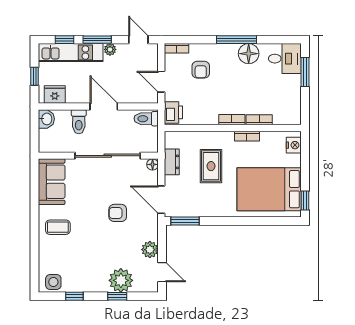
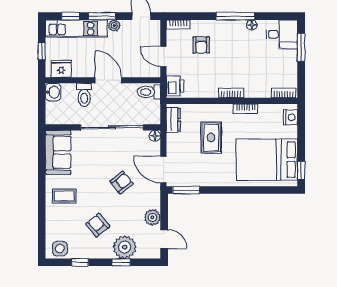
floor lamp: (249, 54) -> (252, 25), width x0.53, depth x0.53
bookcase: (259, 120) -> (284, 93), moved
dresser: (172, 162) -> (173, 120), moved
armchair: (118, 213) -> (122, 182), turned 142
armchair: (93, 258) -> (98, 225), added

